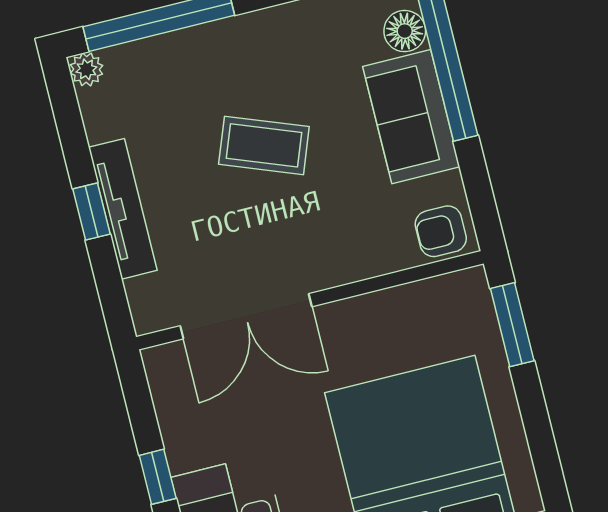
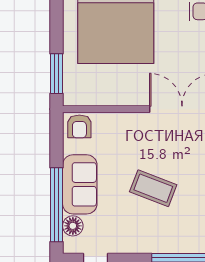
armchair: (441, 231) -> (79, 126), turned 90

